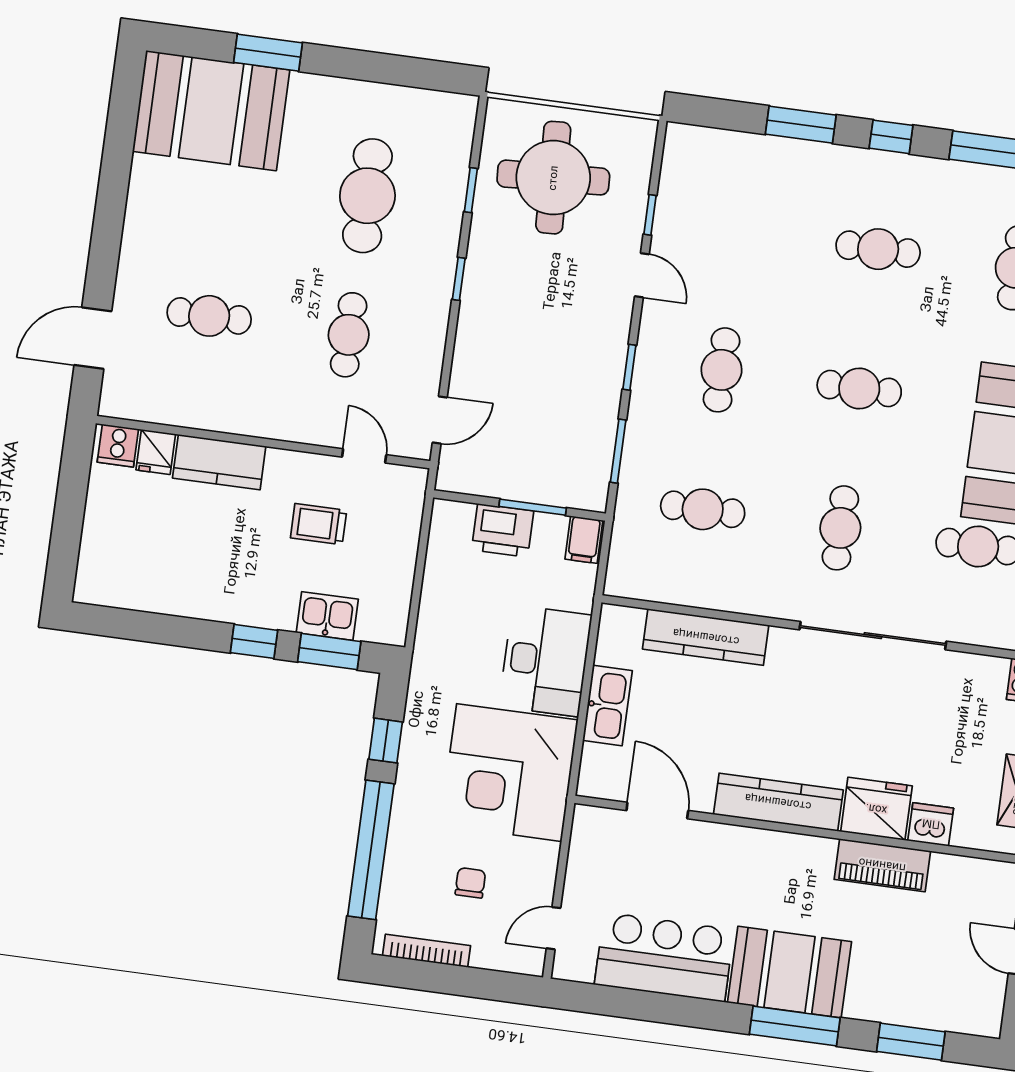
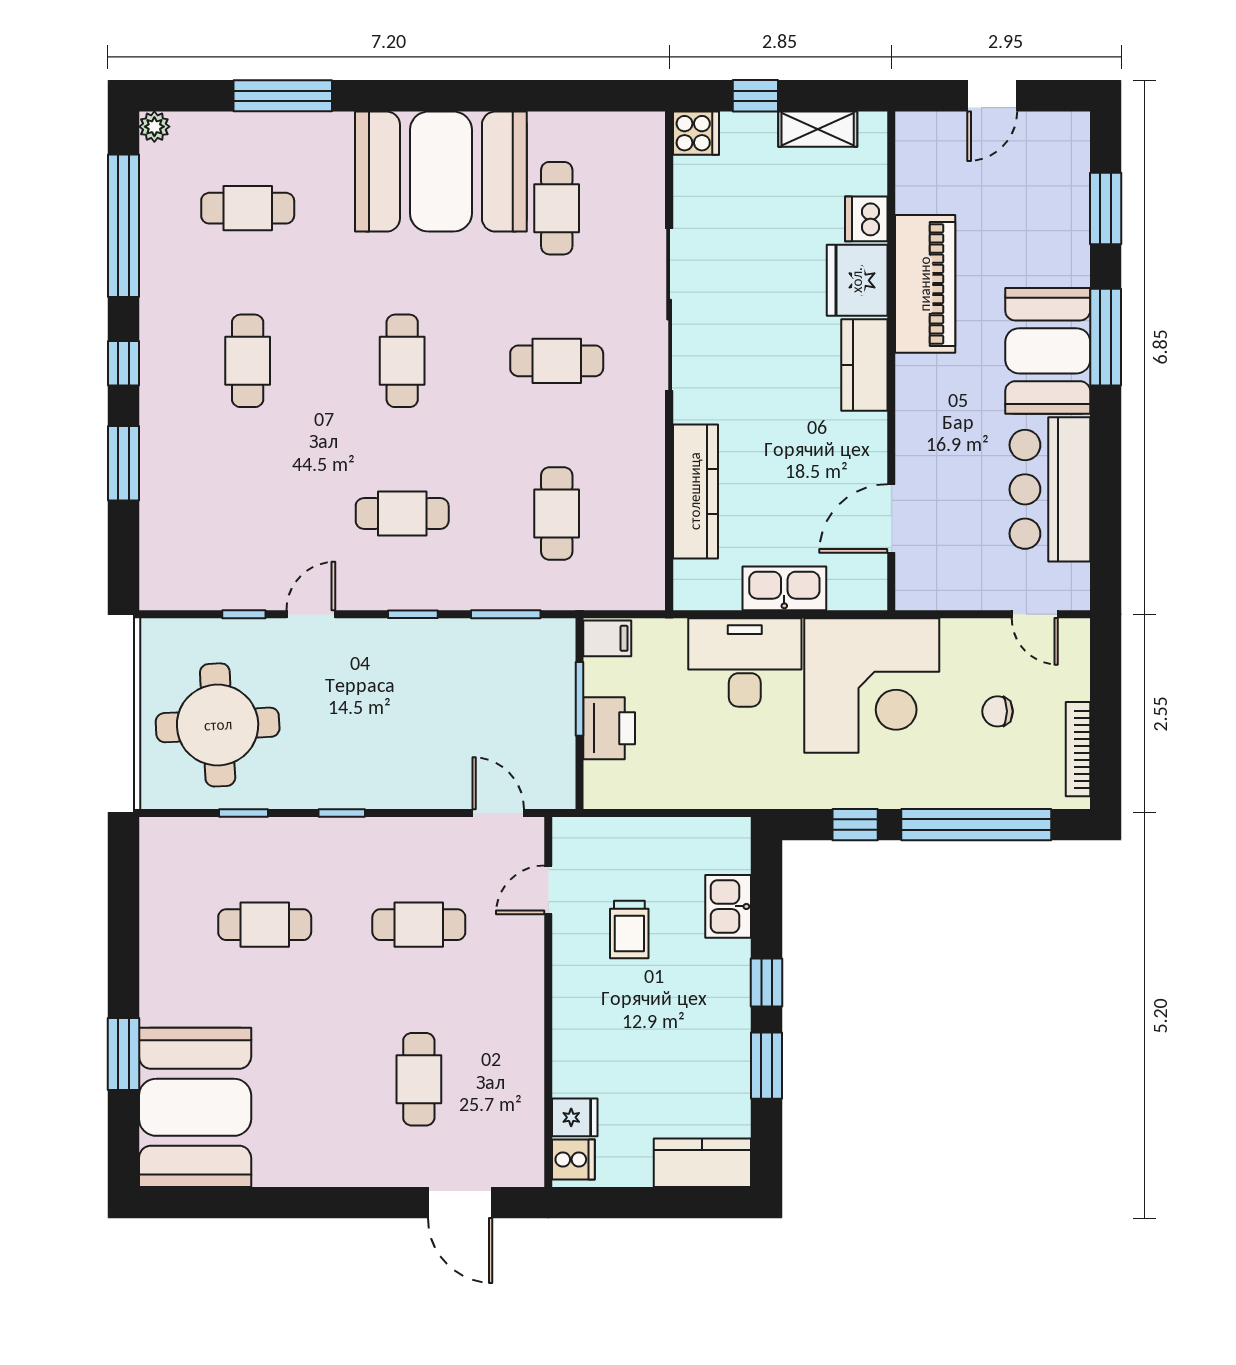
cafe table: (367, 196) -> (265, 925), width x0.73, depth x0.74
kitchen counter: (219, 462) -> (702, 1163), moved, turned -90
window: (329, 652) -> (767, 1066), moved
kitchen counter: (778, 802) -> (864, 365), width x0.67
piano: (882, 865) -> (925, 284), width x1.37, depth x1.33

